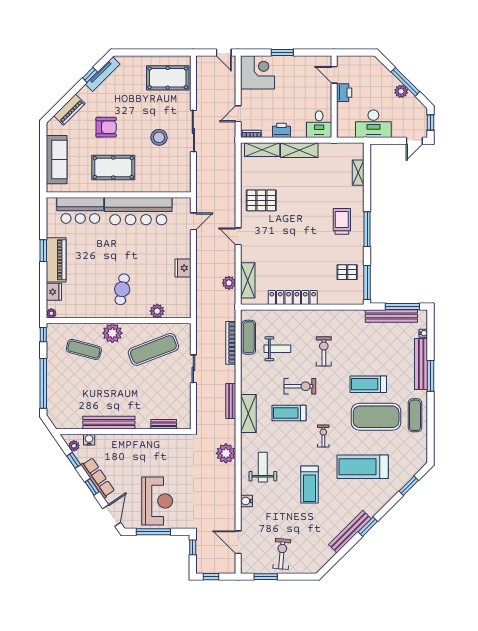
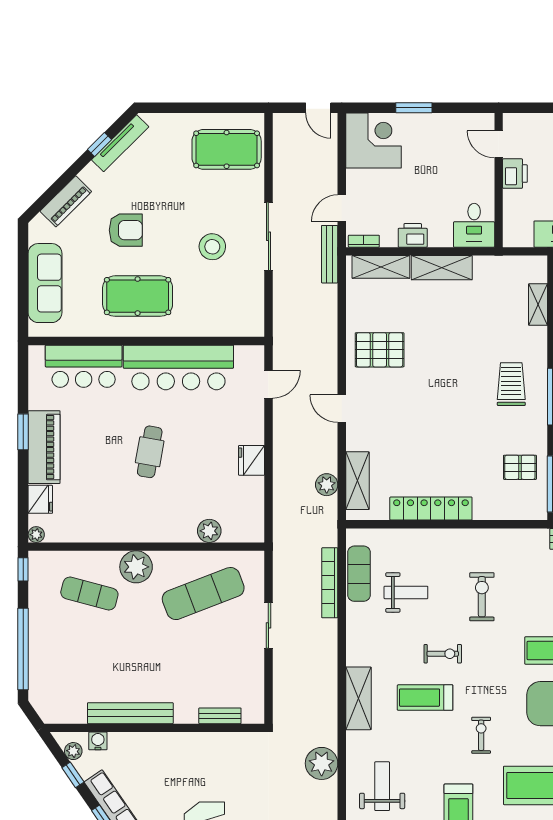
cafe table: (122, 289) -> (150, 452), moved
exercise bike: (300, 386) -> (443, 654), width x0.73, depth x0.72
bench: (231, 401) -> (330, 254), moved

